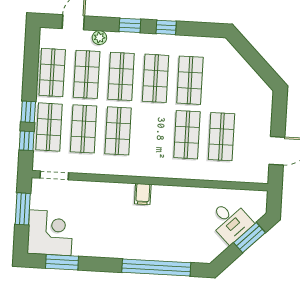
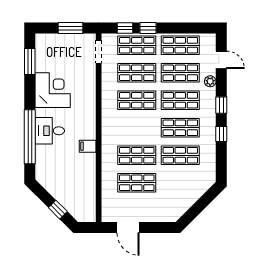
filing cabinet: (143, 194) -> (88, 146), moved
desk: (230, 221) -> (50, 131), moved, turned 45
corner desk: (50, 233) -> (53, 90), moved, turned -90
window: (249, 238) -> (58, 210), width x0.67

